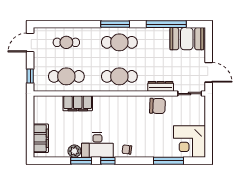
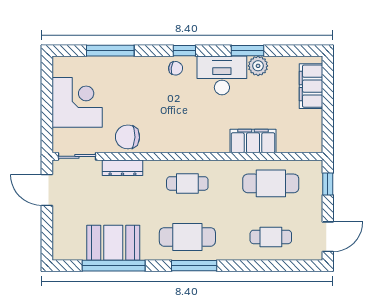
booth: (187, 39) -> (113, 243), moved
cafe table: (119, 76) -> (187, 183), width x0.73, depth x0.74
corner desk: (189, 142) -> (77, 102), moved
window: (108, 161) -> (184, 51), moved

